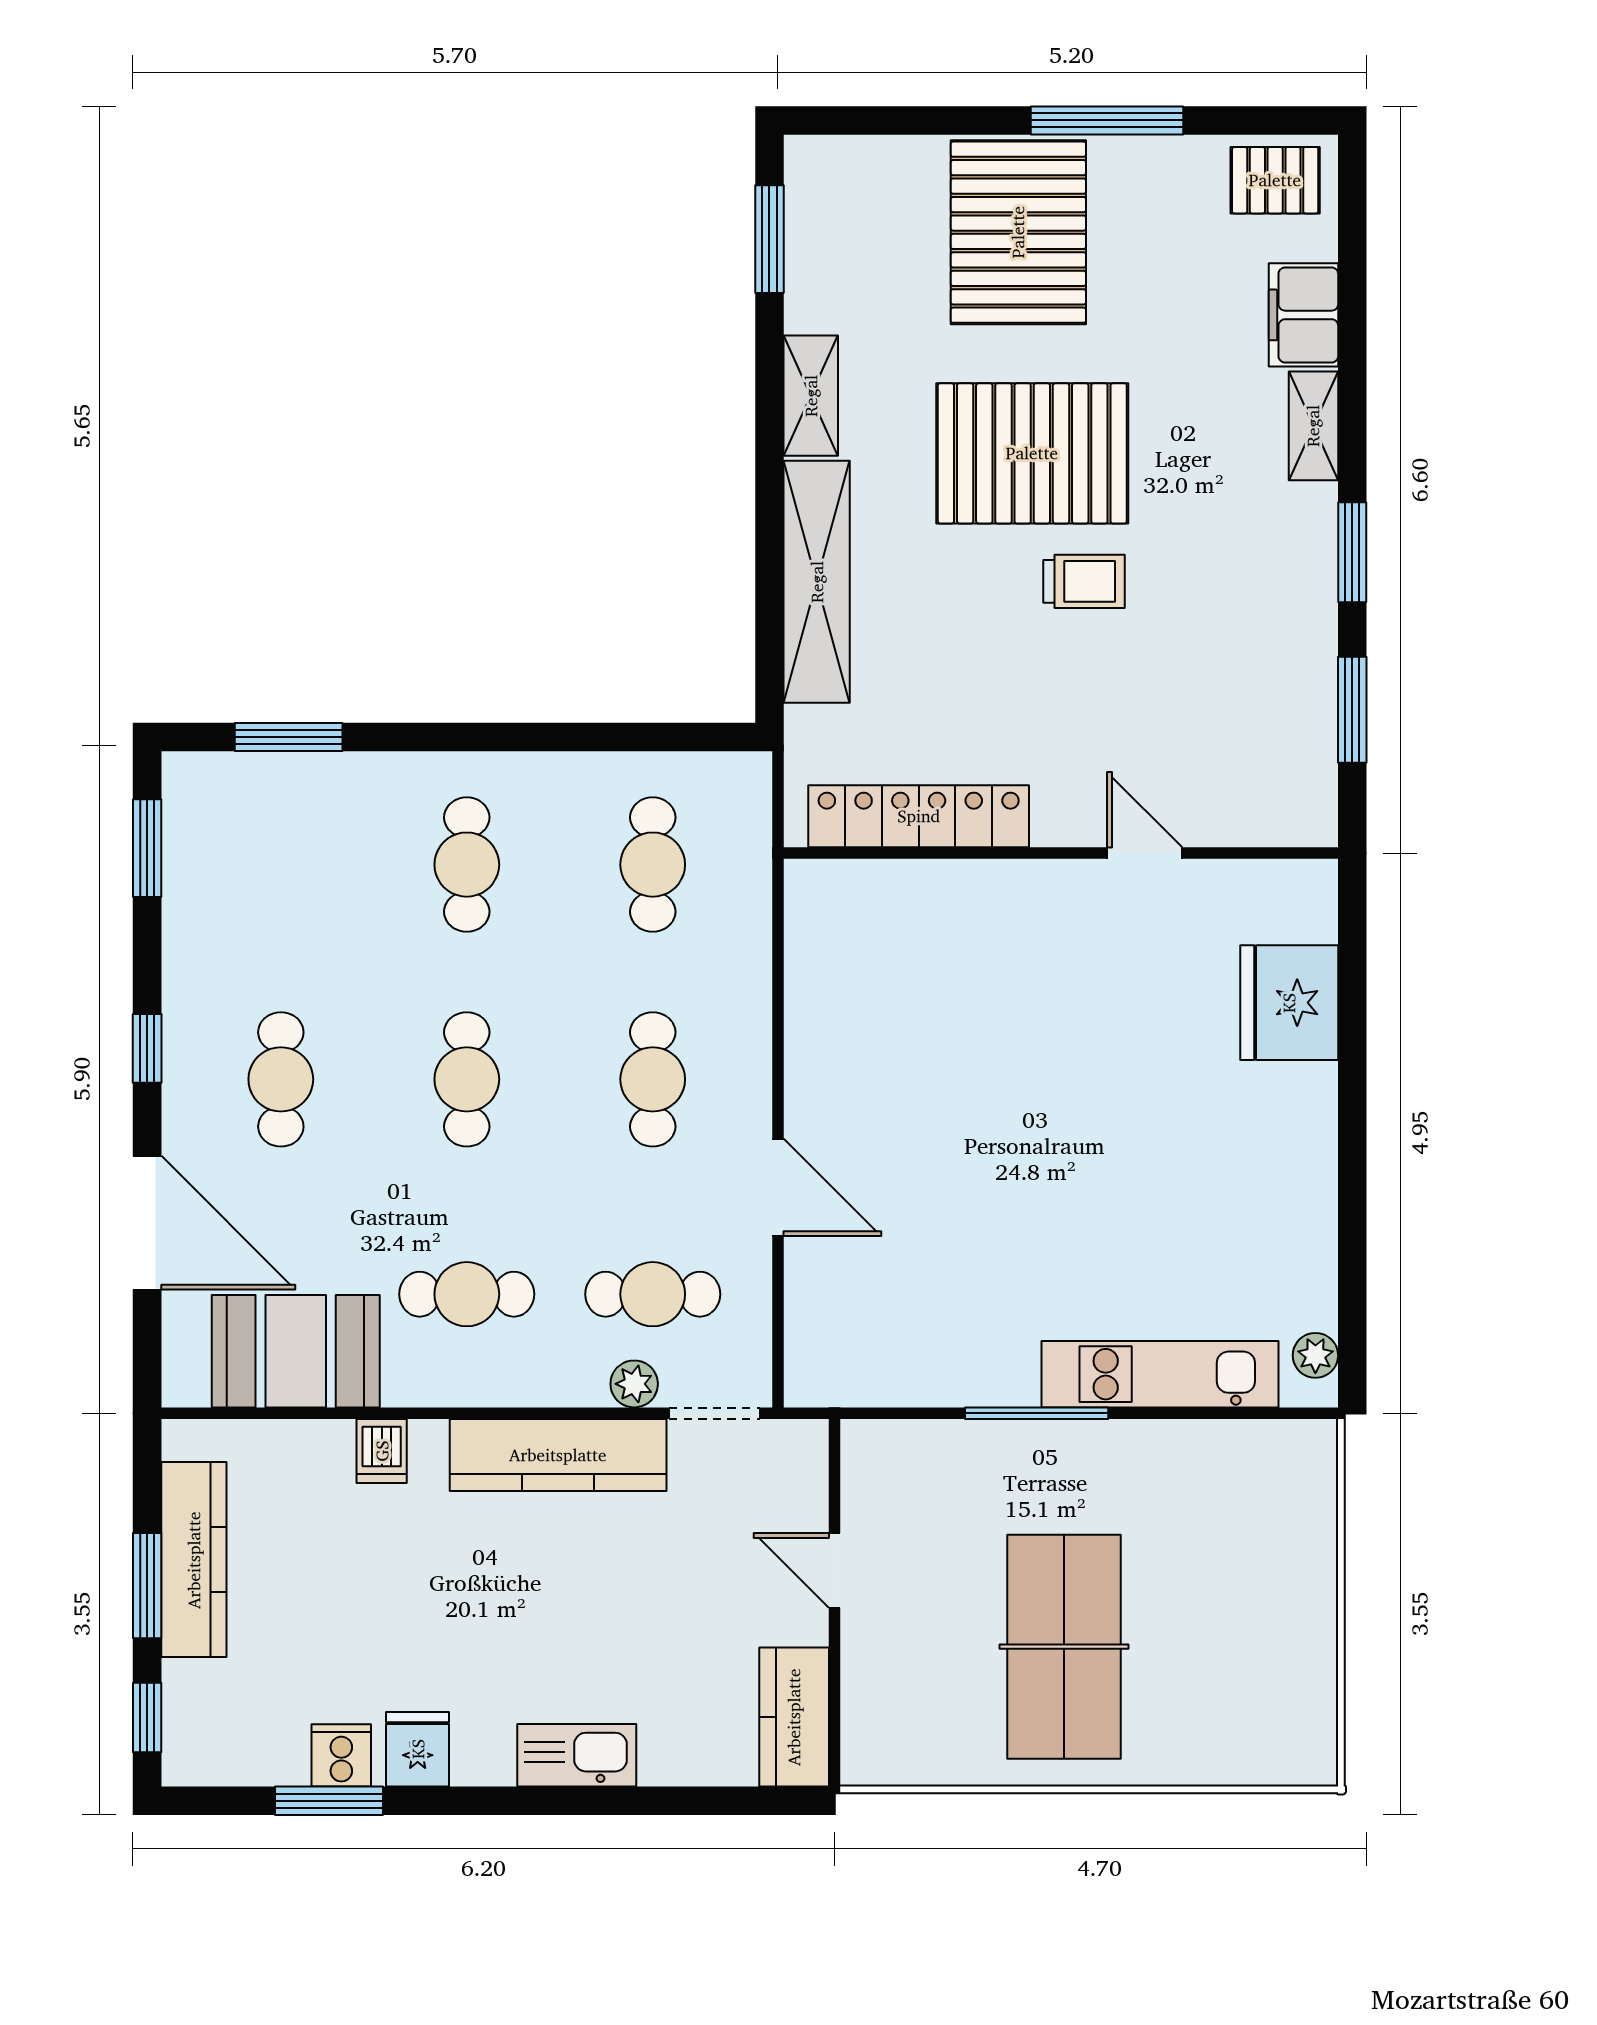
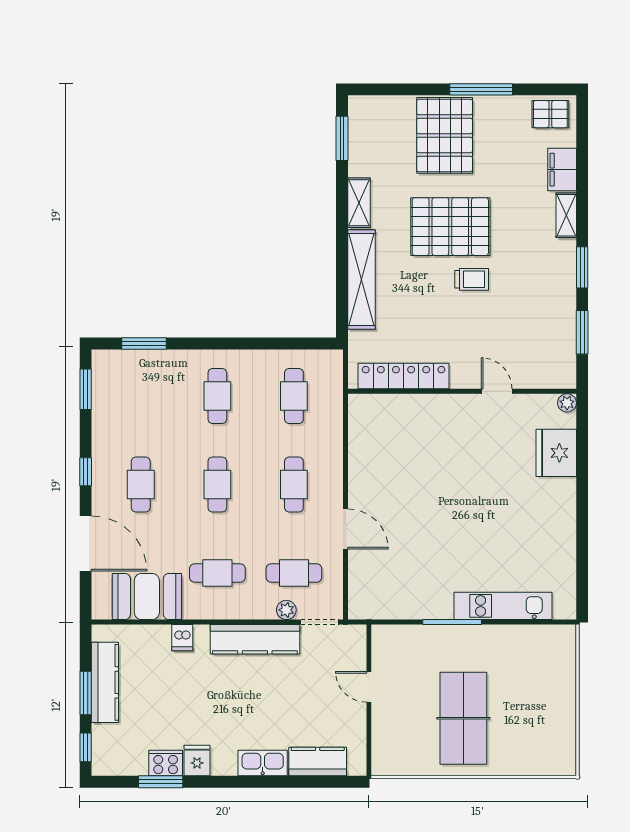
plant: (1315, 1355) -> (567, 403), moved
kitchen counter: (794, 1717) -> (318, 762), moved, turned 90
cooker: (341, 1755) -> (166, 763), width x1.36

